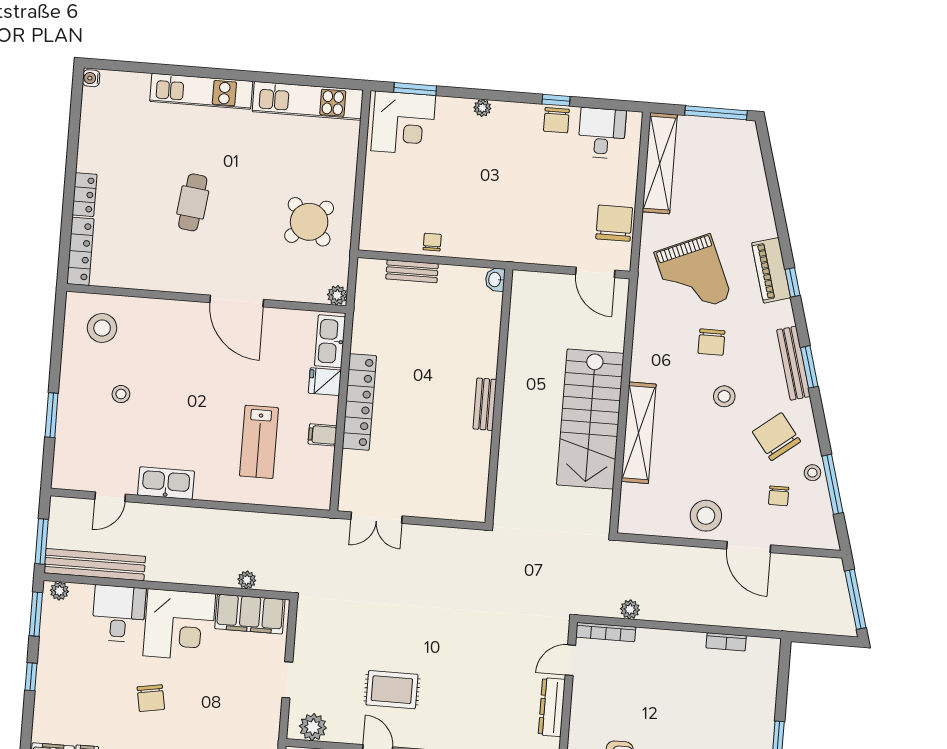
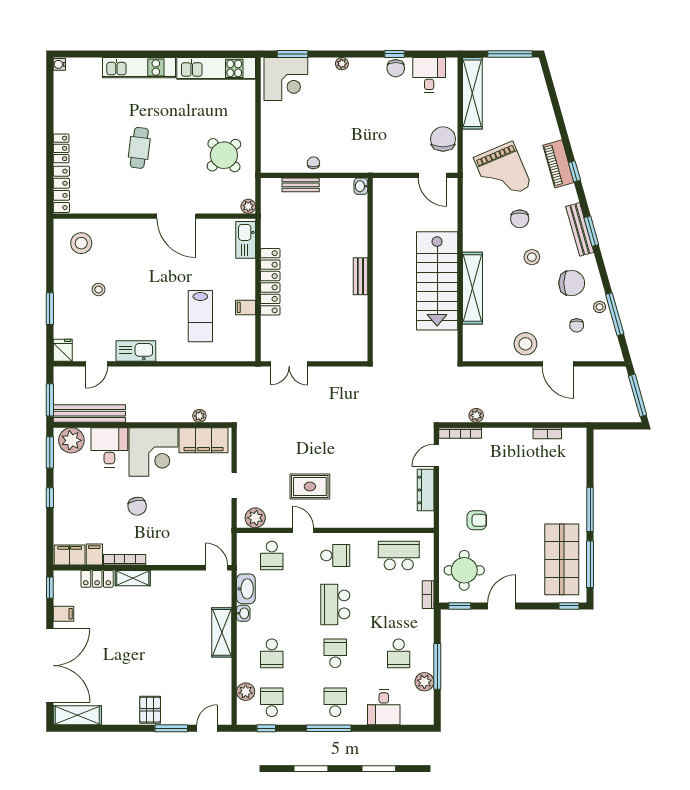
fridge: (325, 382) -> (63, 350), moved, turned 90
chair: (776, 437) -> (572, 283), turned 128
plant: (59, 591) -> (71, 440), width x1.88, depth x1.88

